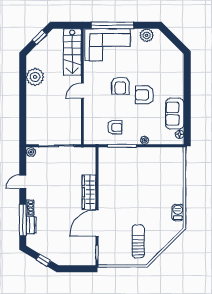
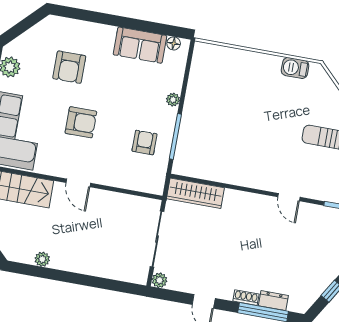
plant: (35, 77) -> (42, 259), width x0.53, depth x0.53
armchair: (145, 95) -> (69, 67), moved
wardrobe: (89, 192) -> (195, 193), moved
door: (97, 223) -> (289, 197), width x0.53

